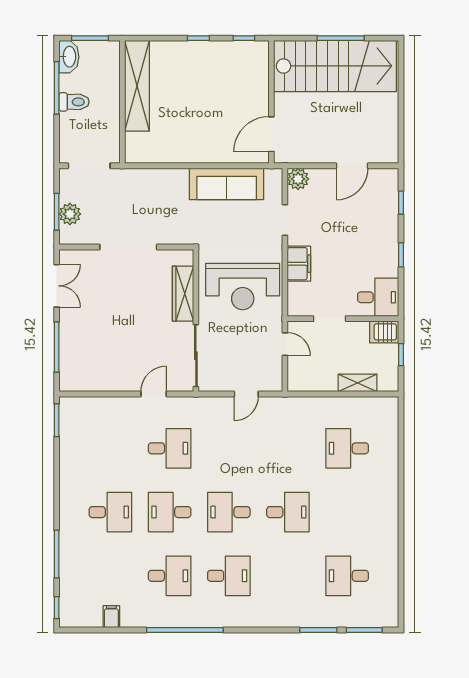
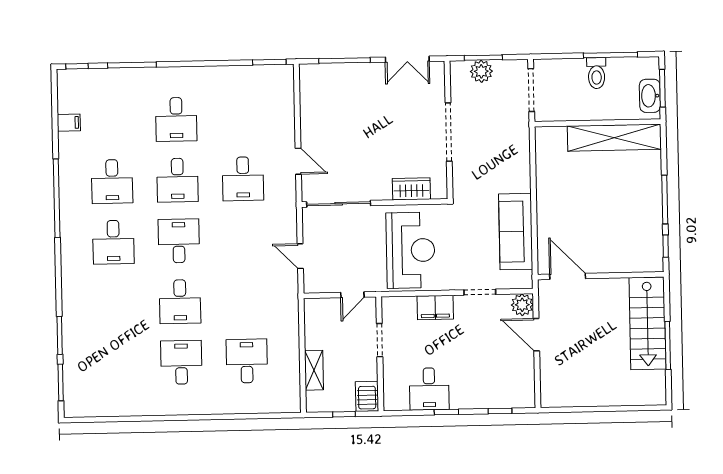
window: (198, 38) -> (665, 199), width x2.17
washbasin: (69, 57) -> (650, 96), moved, turned 90
stairs: (335, 66) -> (647, 323), width x0.73, depth x0.66
door: (352, 166) -> (536, 335), moved
reception desk: (243, 287) -> (411, 250), turned 180
wardrobe: (183, 294) -> (411, 189), width x0.67
desk: (378, 297) -> (429, 389), moved
desk: (170, 512) -> (177, 180), turned 180
desk: (347, 576) -> (181, 362), moved

